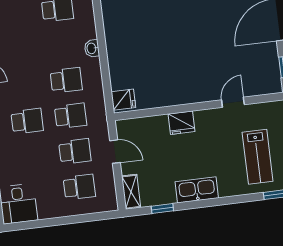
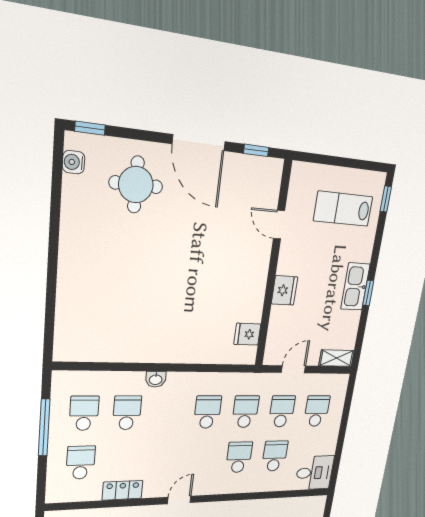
washbasin: (92, 48) -> (156, 379), moved
fridge: (123, 100) -> (247, 334), moved, turned -90
school desk: (31, 157) -> (275, 456), added
lab bench: (258, 157) -> (343, 209), turned 180
window: (162, 208) -> (368, 293), moved

